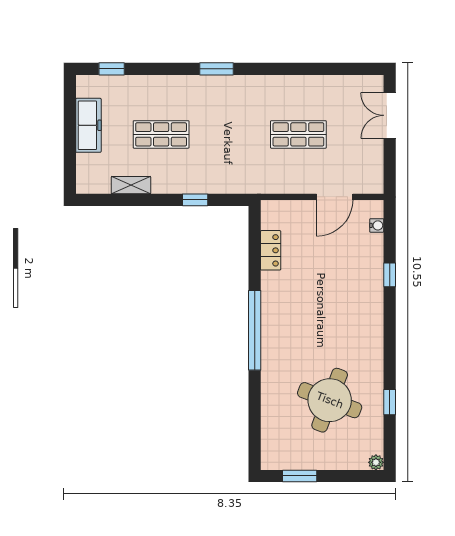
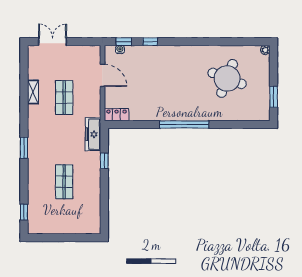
double door: (390, 115) -> (53, 42), swing flipped
freezer: (88, 125) -> (93, 134), moved, turned -90
shelving: (131, 185) -> (33, 92), moved
locker: (271, 250) -> (116, 115), moved
window: (390, 402) -> (124, 42), moved

